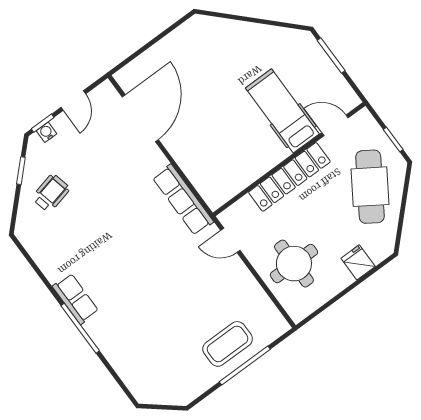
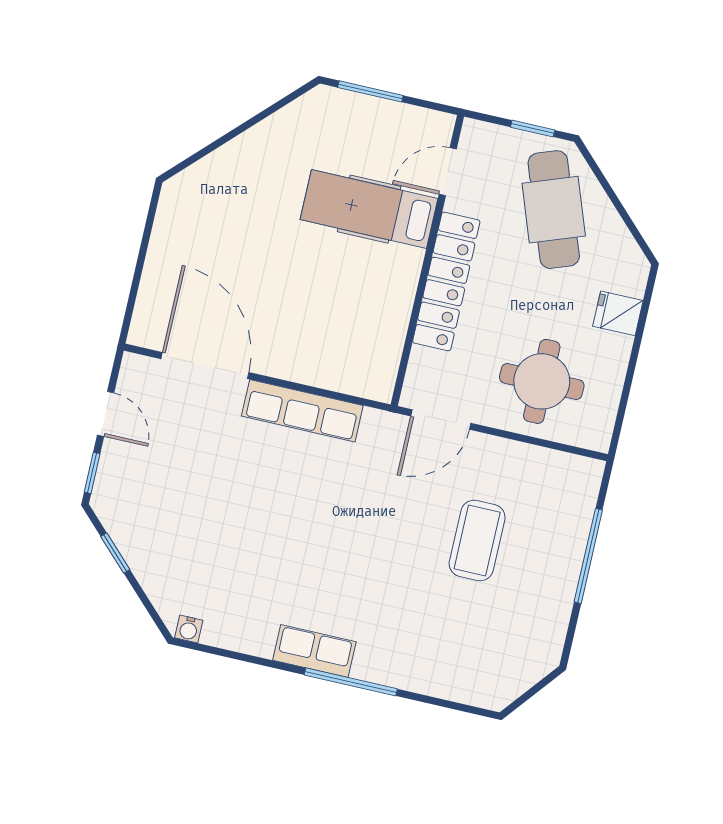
water cooler: (47, 132) -> (189, 629), moved, turned -90
cafe table: (370, 187) -> (554, 210), turned 37
wheelchair: (51, 193) -> (175, 549), removed
row of seats: (183, 200) -> (302, 411), moved
door: (230, 240) -> (441, 420), width x1.37
coffee table: (228, 344) -> (477, 541), moved

